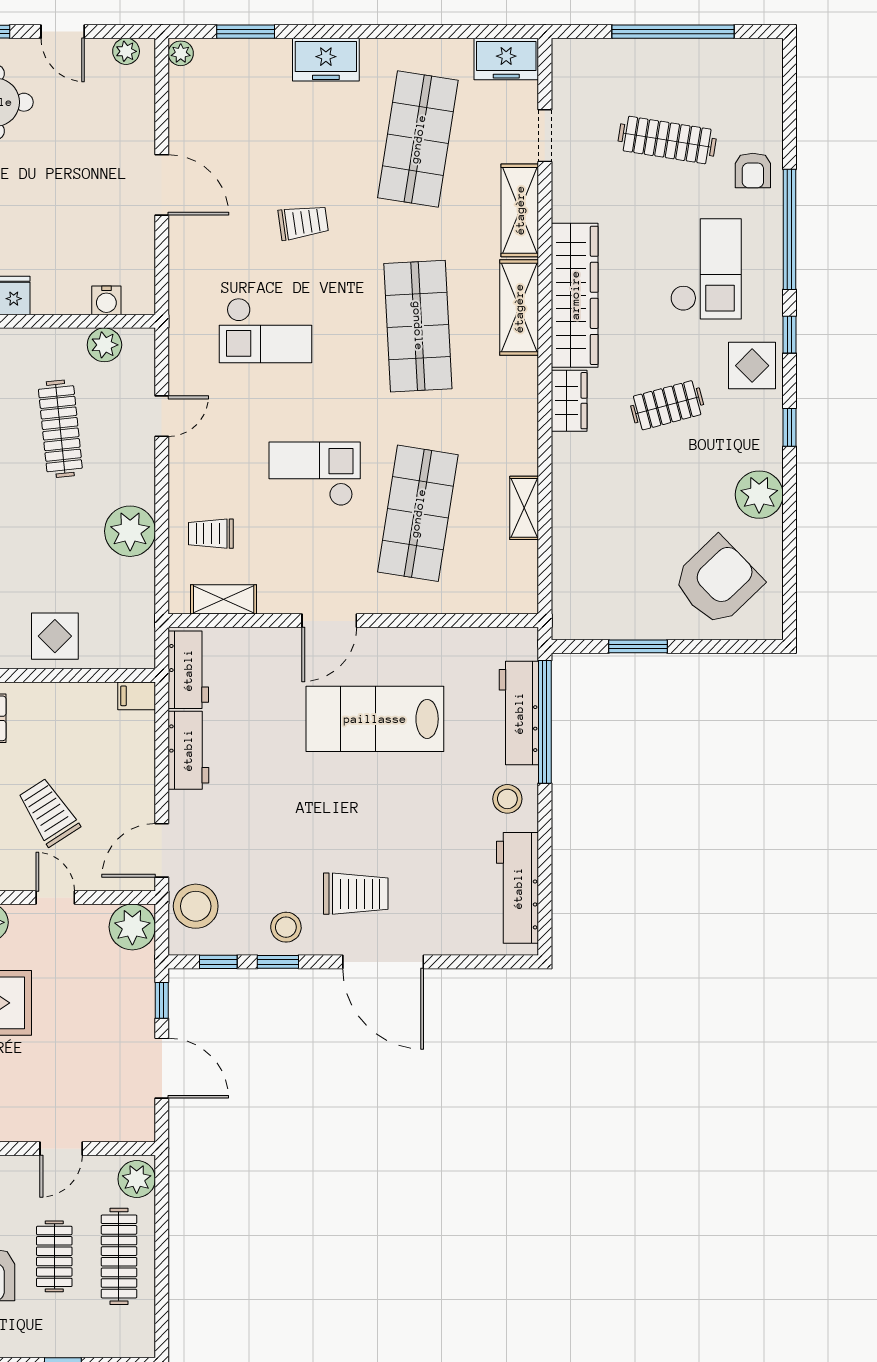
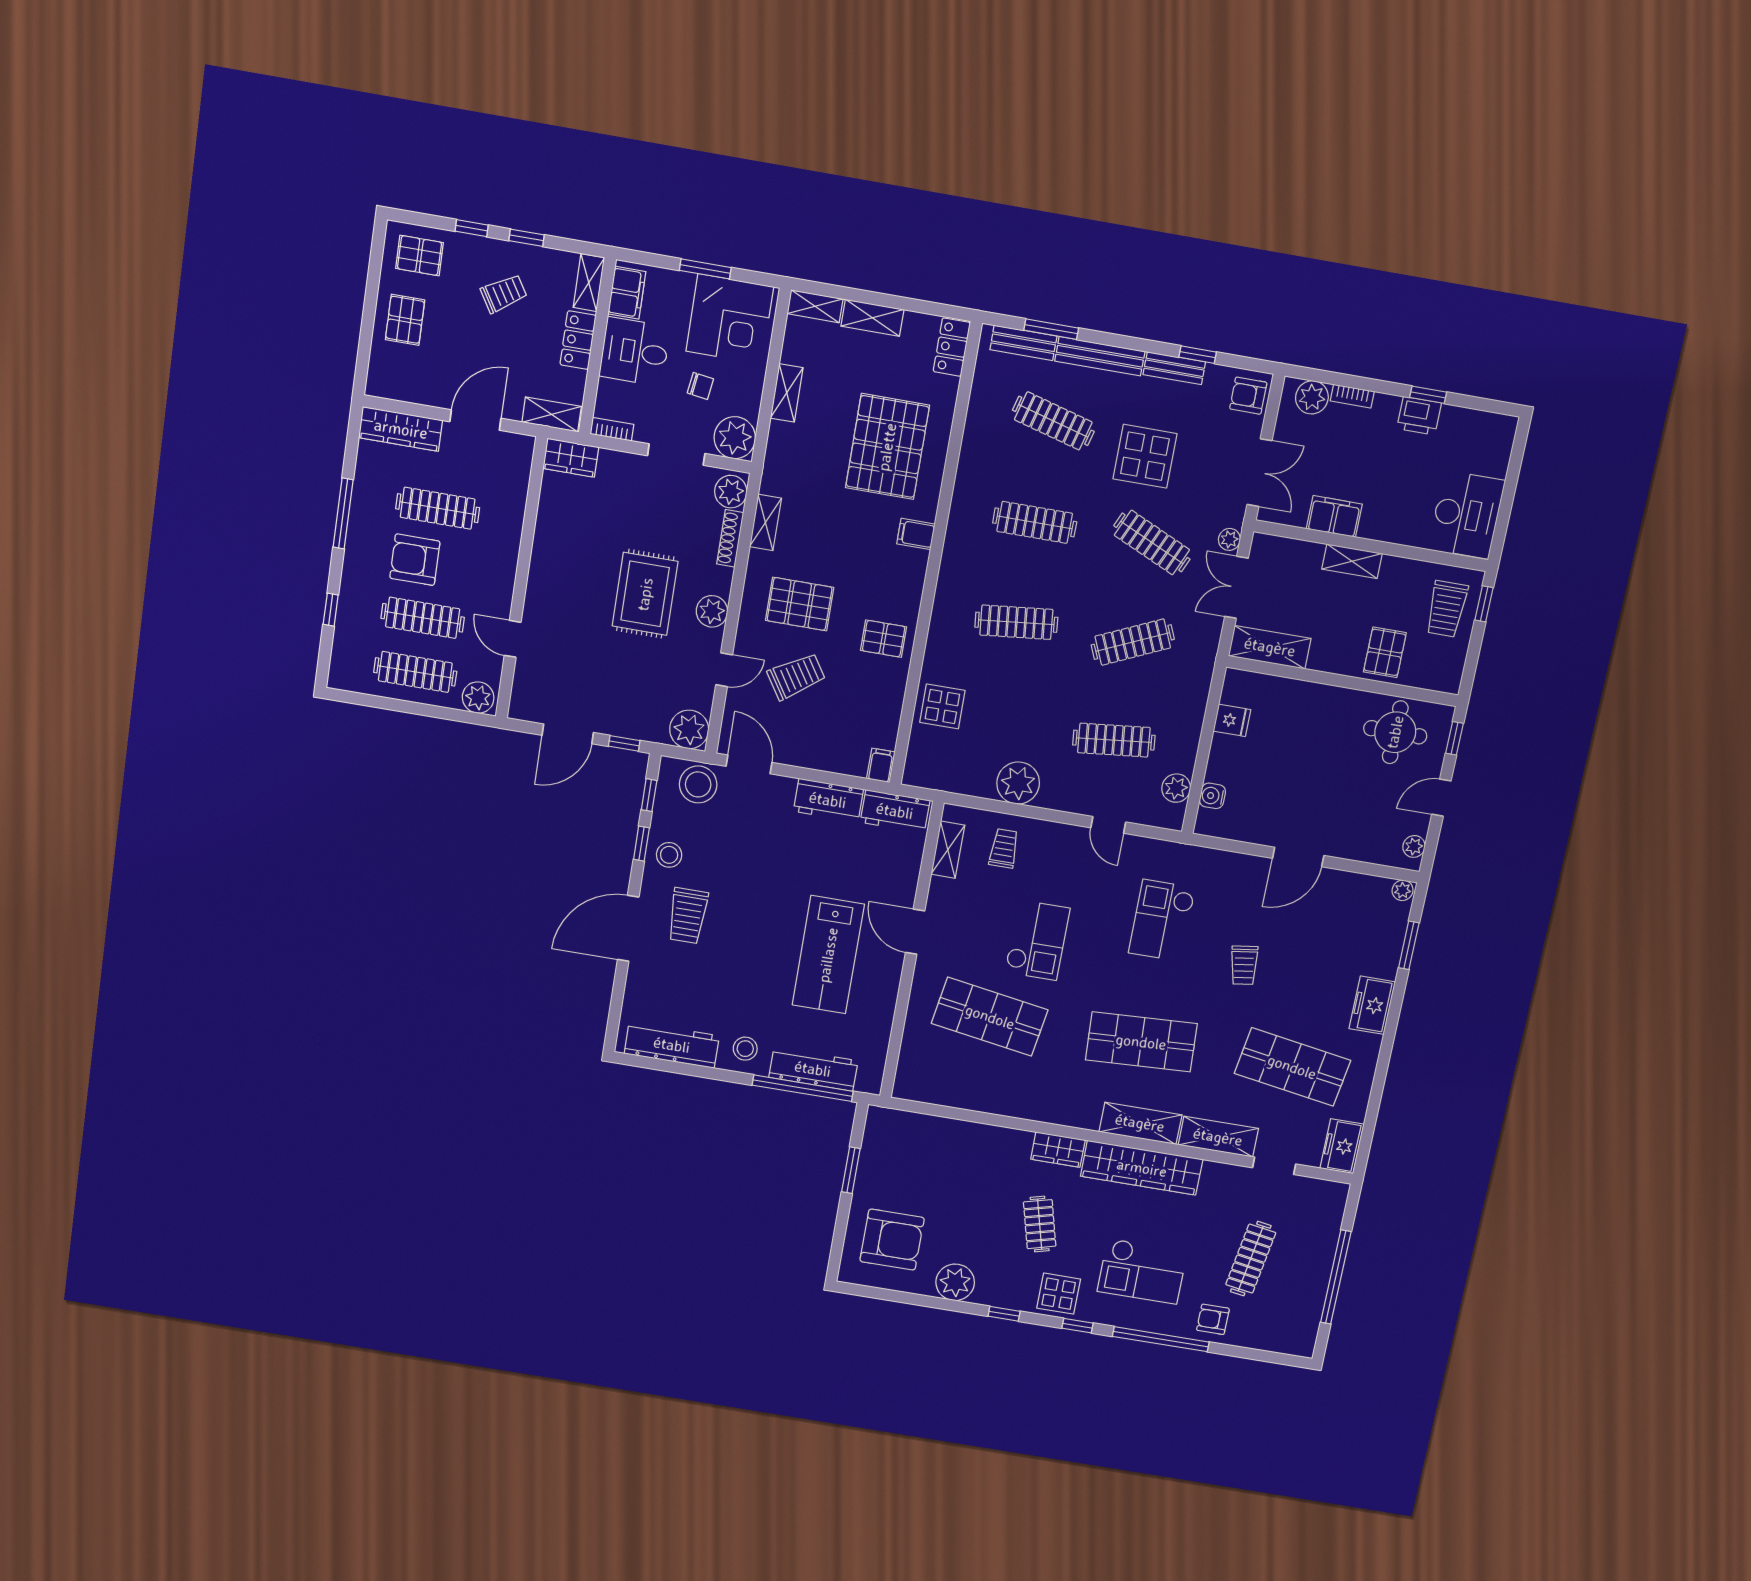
shelving: (524, 508) -> (978, 1101), removed
armchair: (718, 581) -> (892, 1240), turned -46
lab bench: (375, 719) -> (828, 955), turned 180
clothes rail: (54, 1256) -> (423, 618), width x1.36

